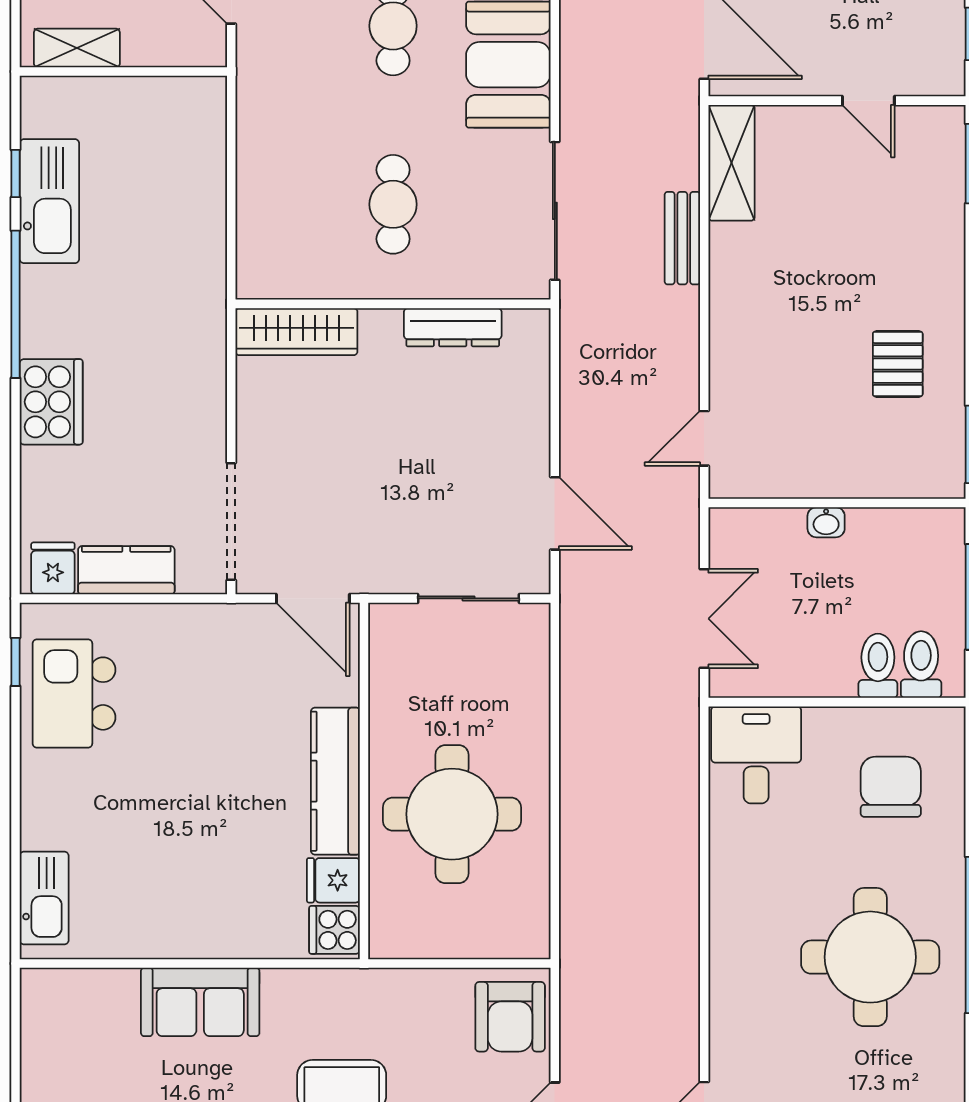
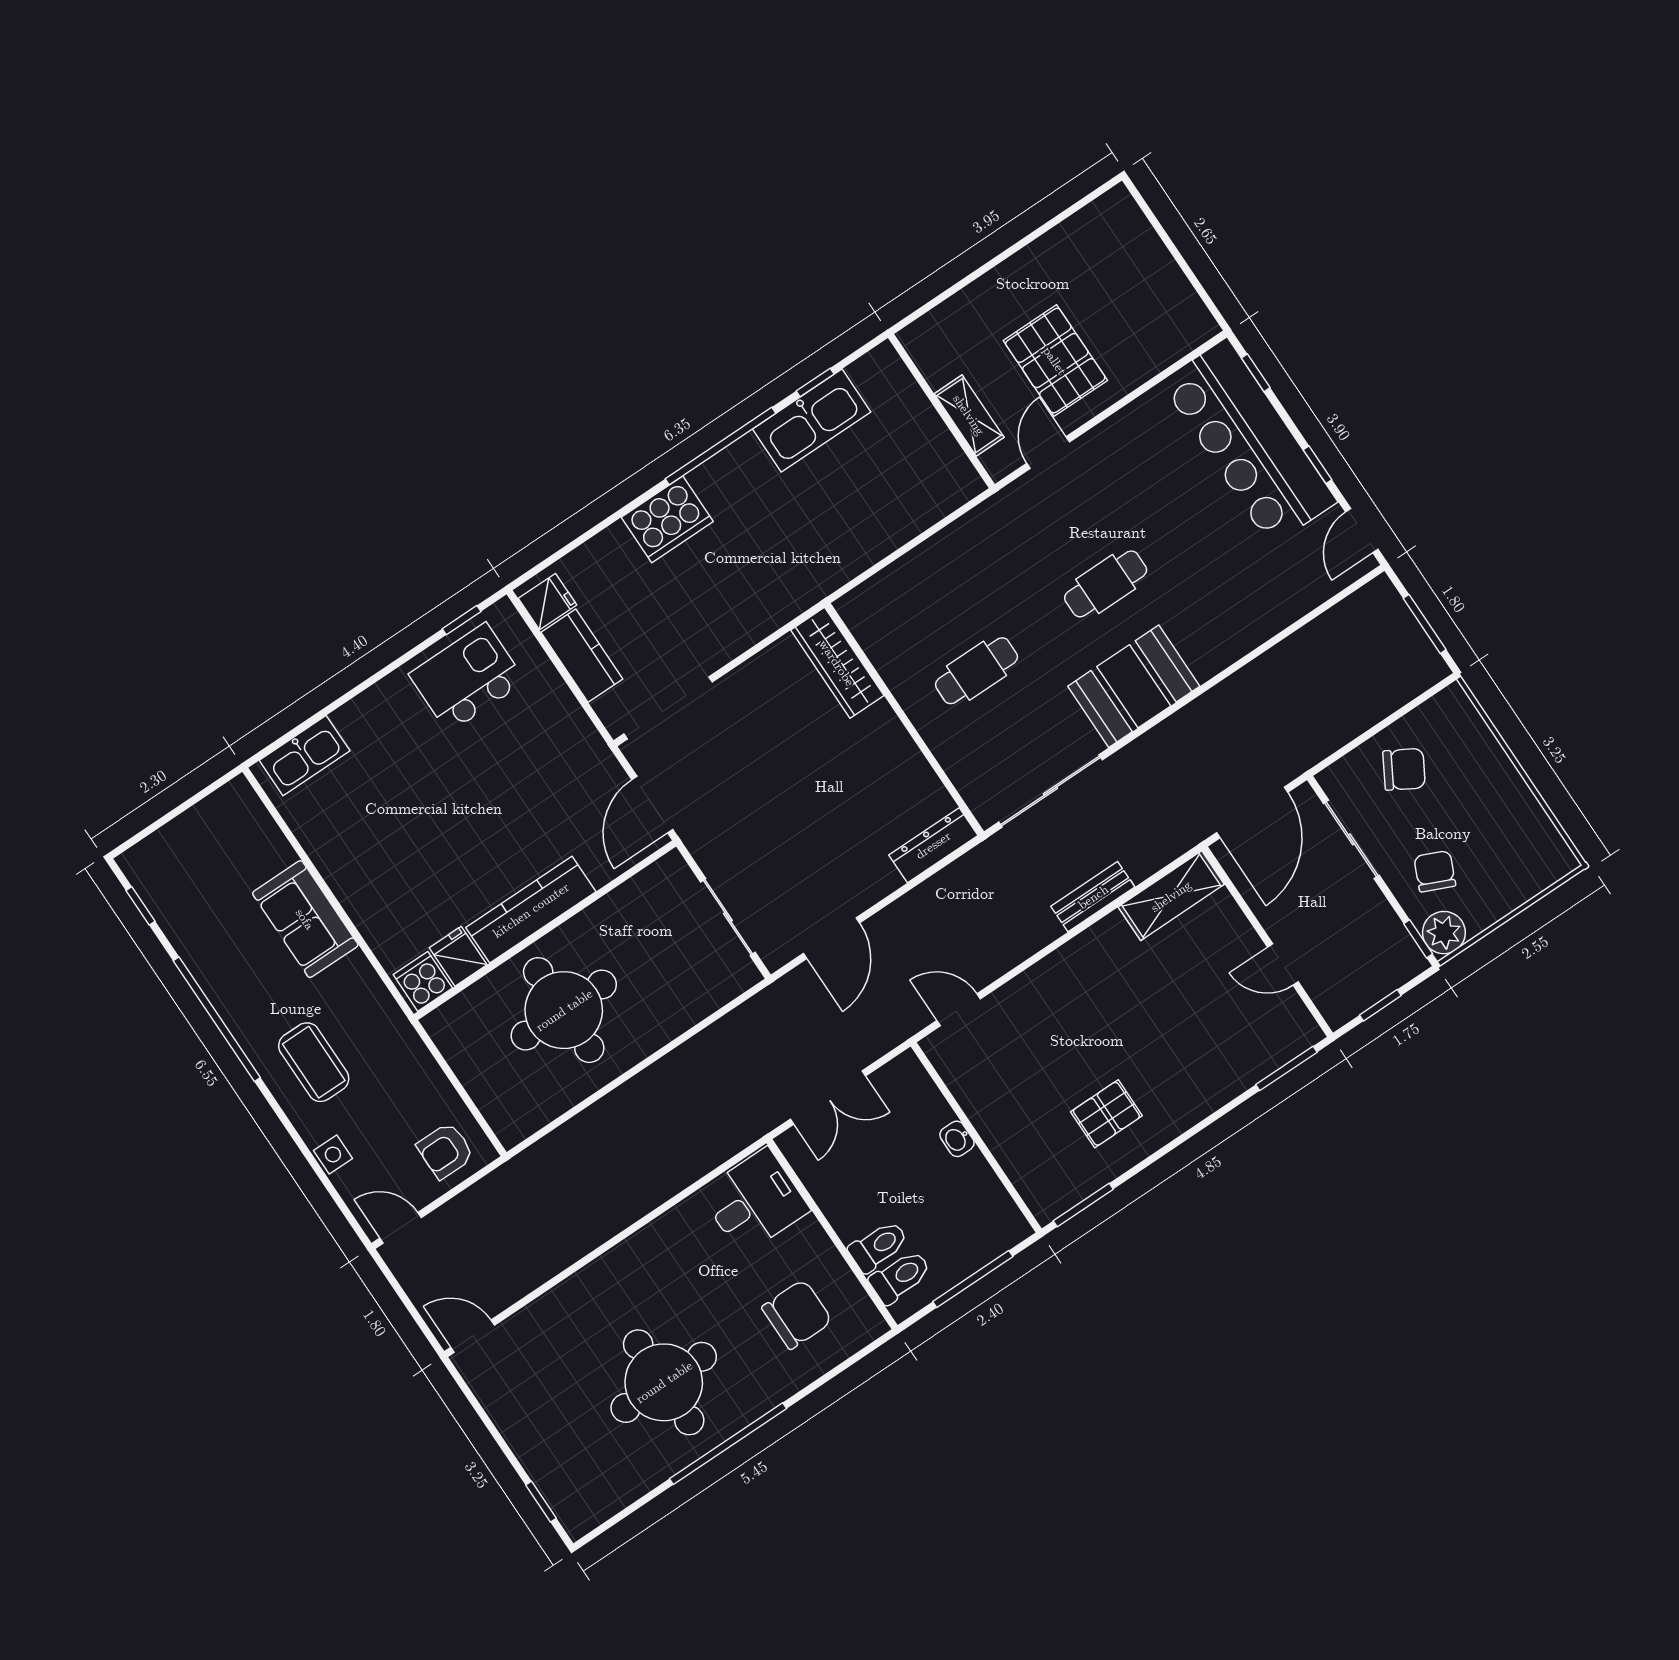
shelving: (77, 48) -> (969, 415), moved
door: (868, 101) -> (1283, 964), hinge flipped
dresser: (453, 327) -> (933, 845), moved, turned 90
armchair: (510, 1017) -> (445, 1151), width x0.72, depth x0.72

